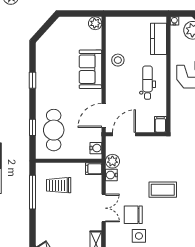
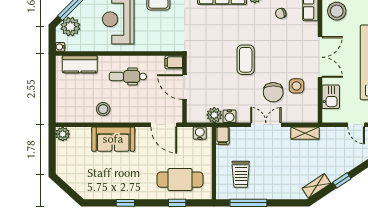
door: (124, 134) -> (185, 87), moved

